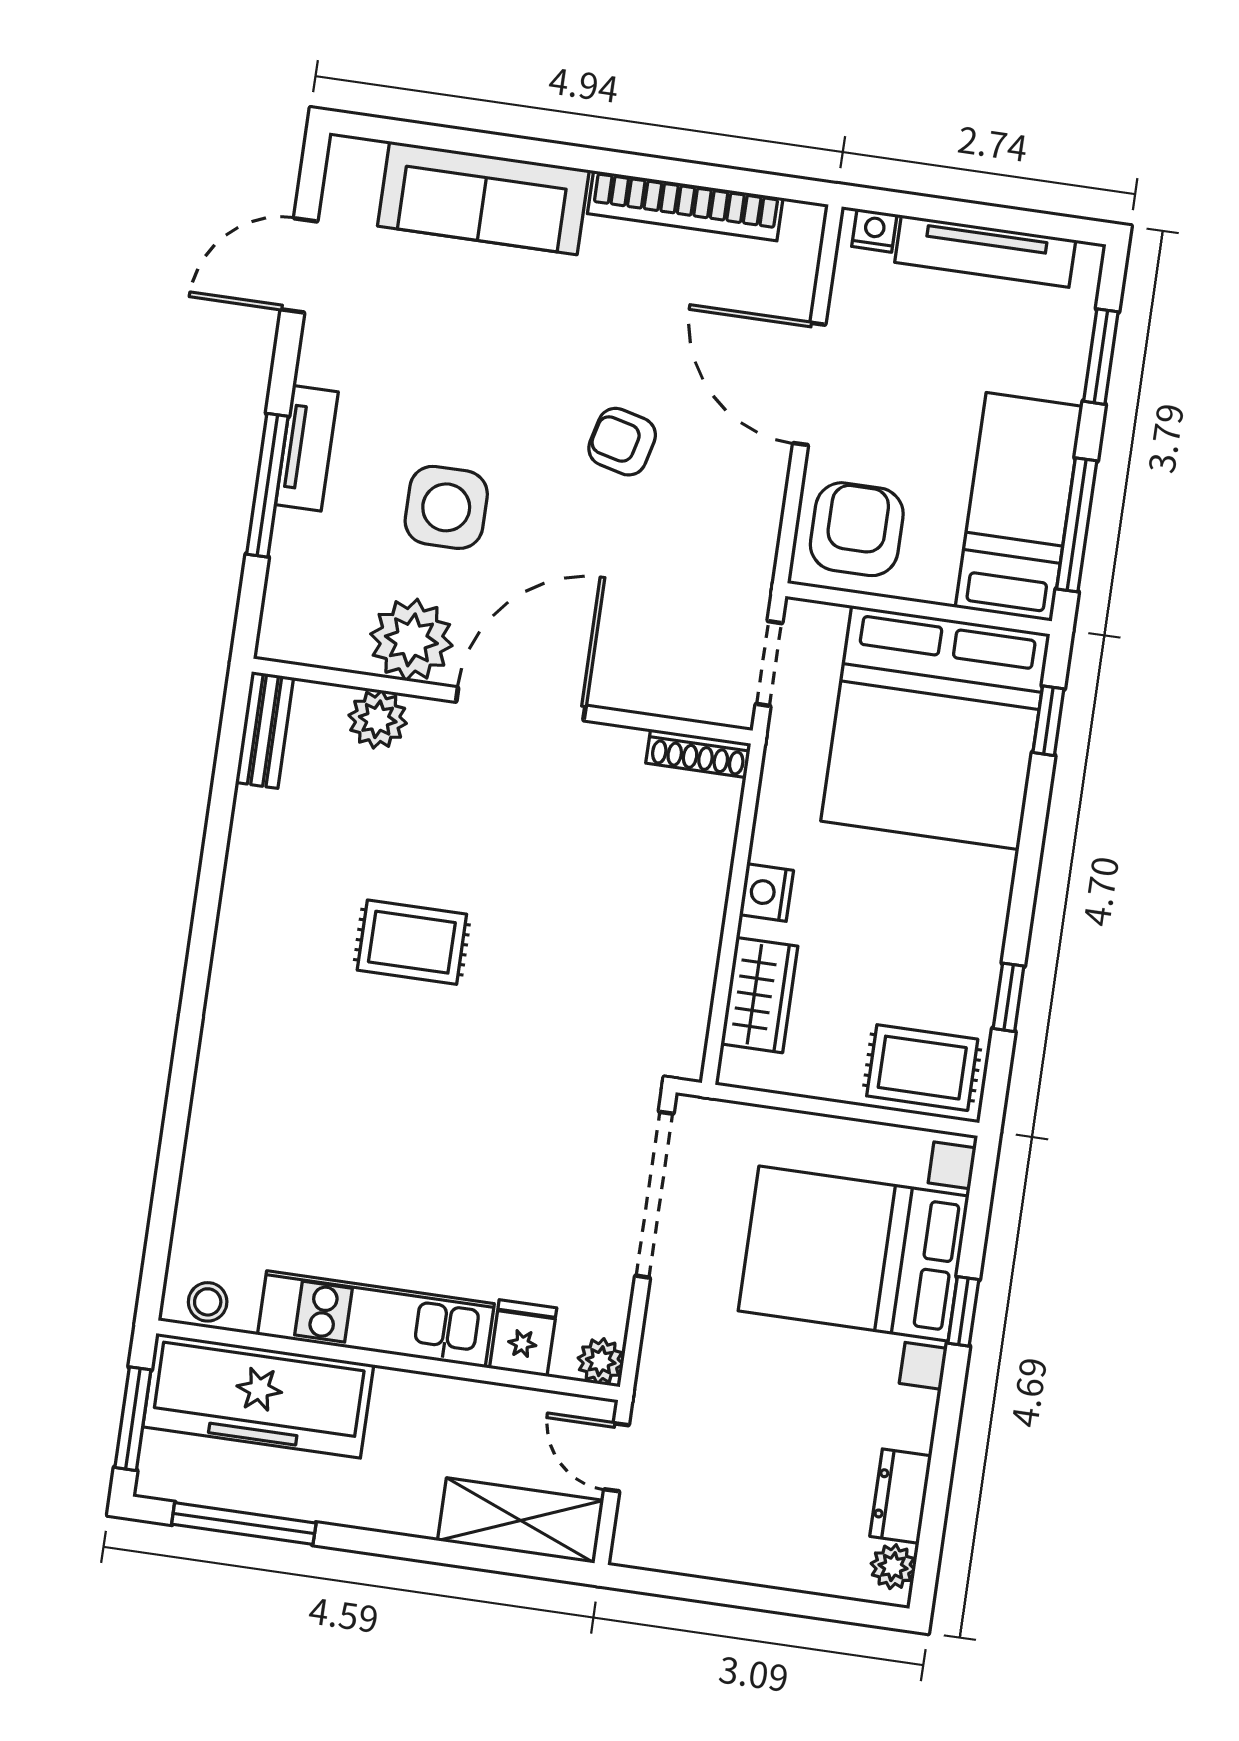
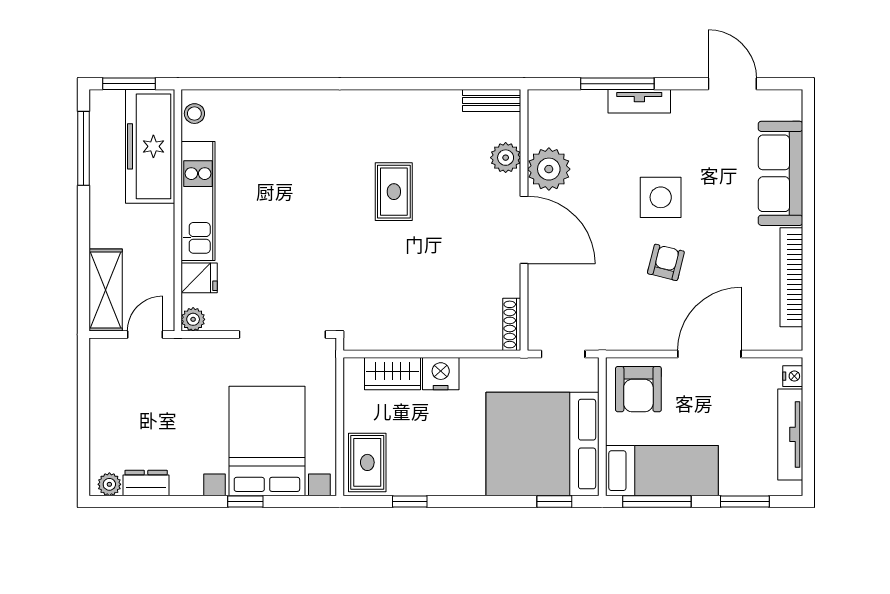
side table: (446, 507) -> (661, 197), moved
armchair: (857, 529) -> (638, 389), turned 90
nightstand: (766, 893) -> (441, 374), width x1.36, depth x1.33

